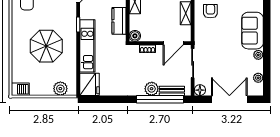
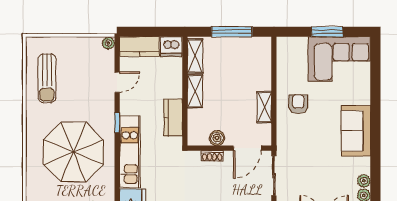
boiler: (135, 36) -> (217, 138), moved
parasol: (46, 46) -> (73, 152), width x1.36, depth x1.36
plant: (258, 55) -> (364, 181), moved

